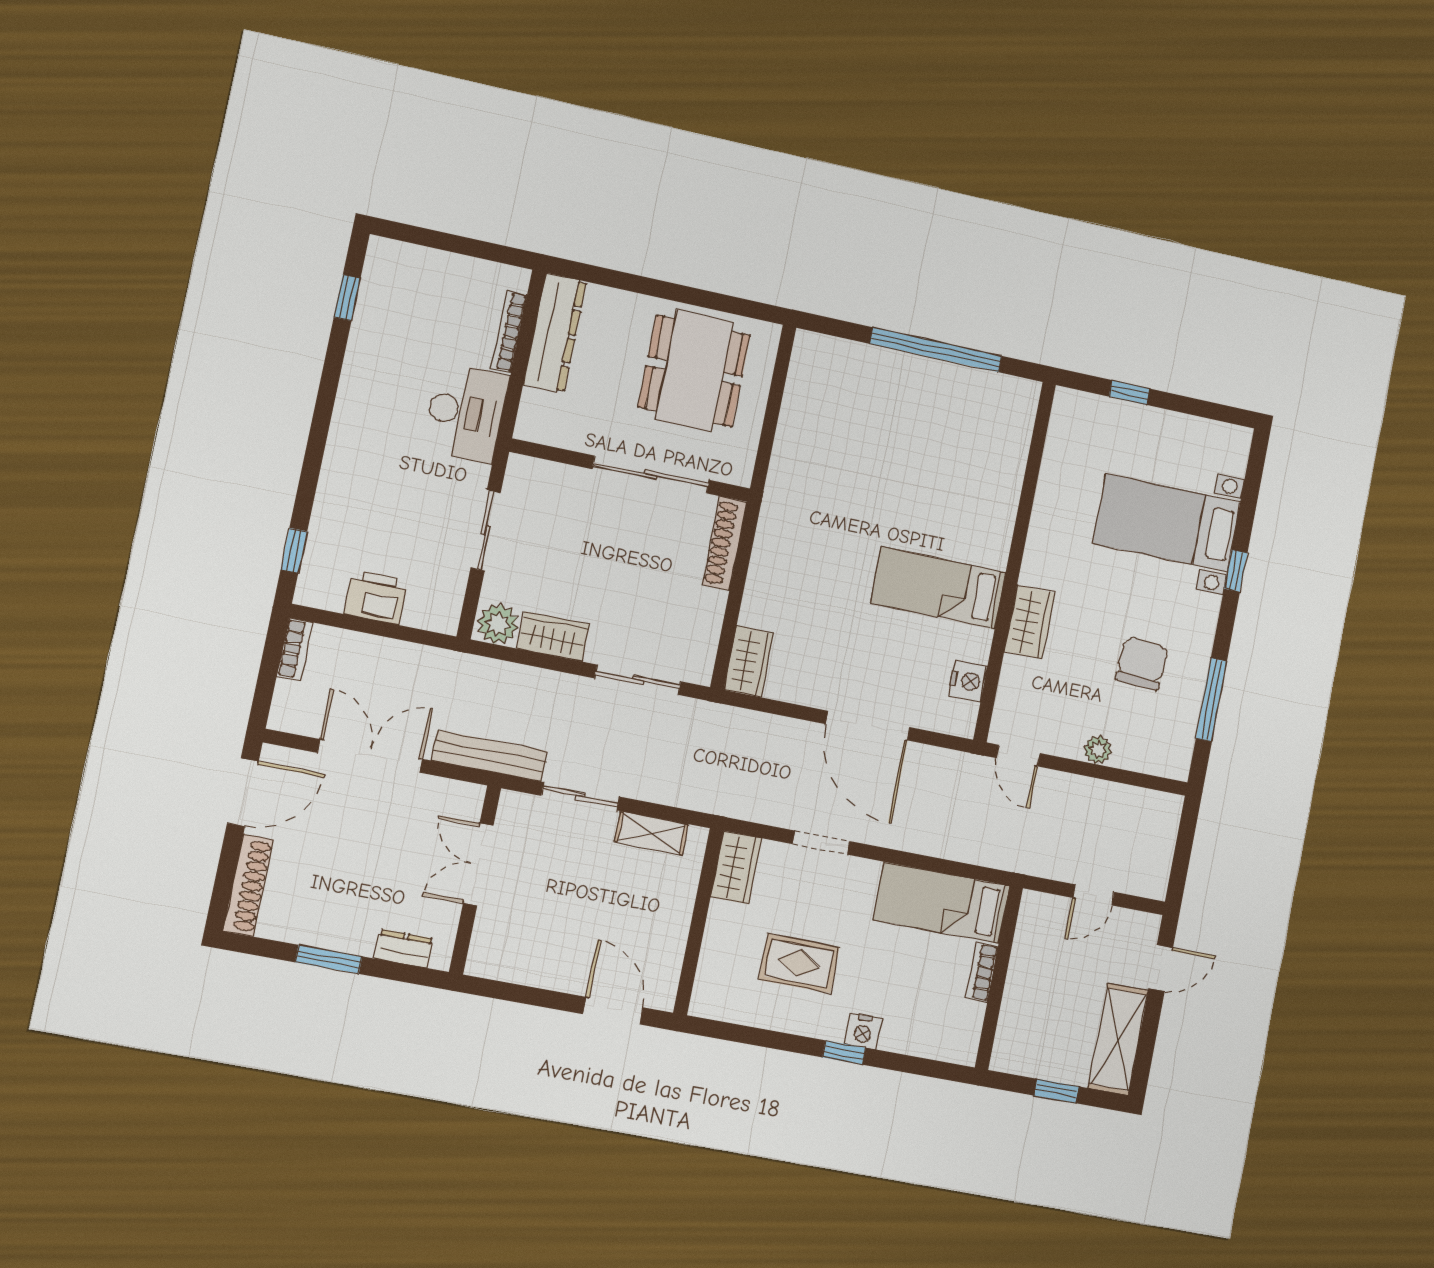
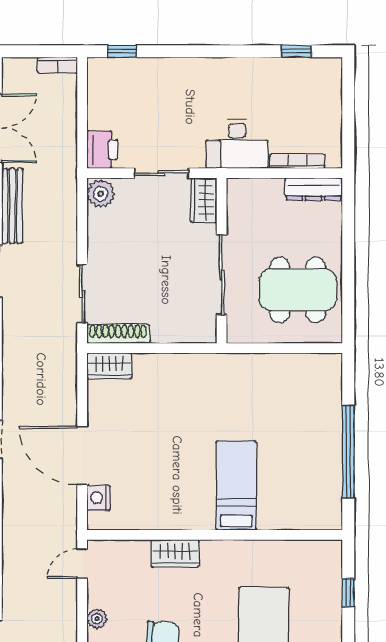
dresser: (555, 333) -> (314, 189), width x0.73, depth x0.80
shoe rack: (725, 543) -> (118, 334), moved
bed: (938, 588) -> (236, 486), moved
printer: (376, 597) -> (102, 150), moved
wardrobe: (553, 636) -> (204, 200), moved, turned 180
nightstand: (968, 681) -> (98, 498), moved, turned 90
door: (868, 726) -> (82, 456), hinge flipped

